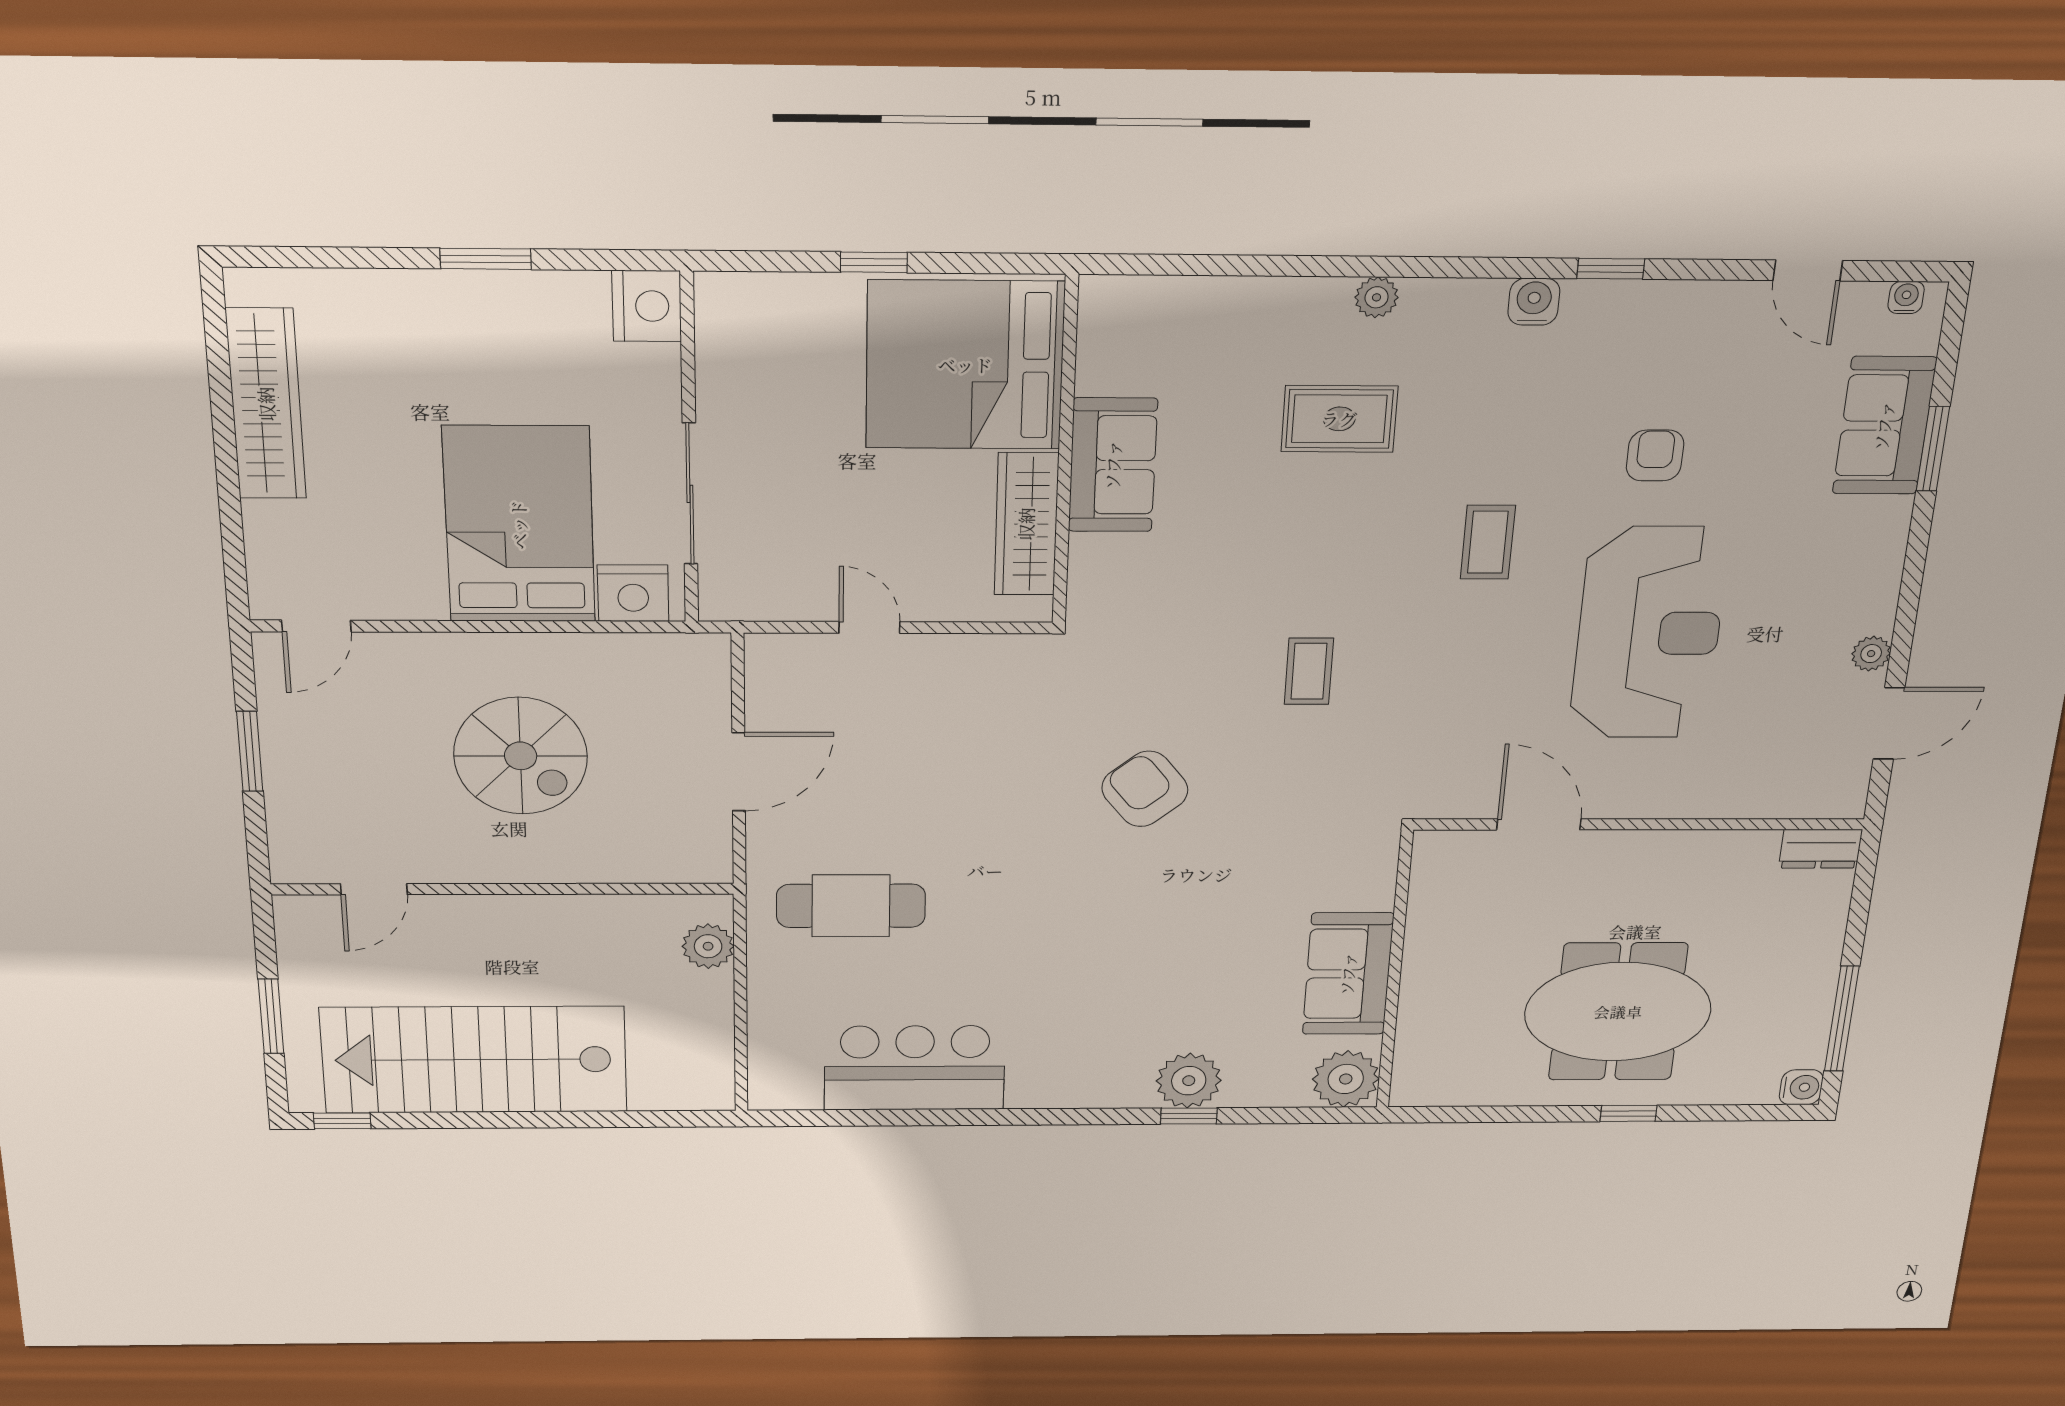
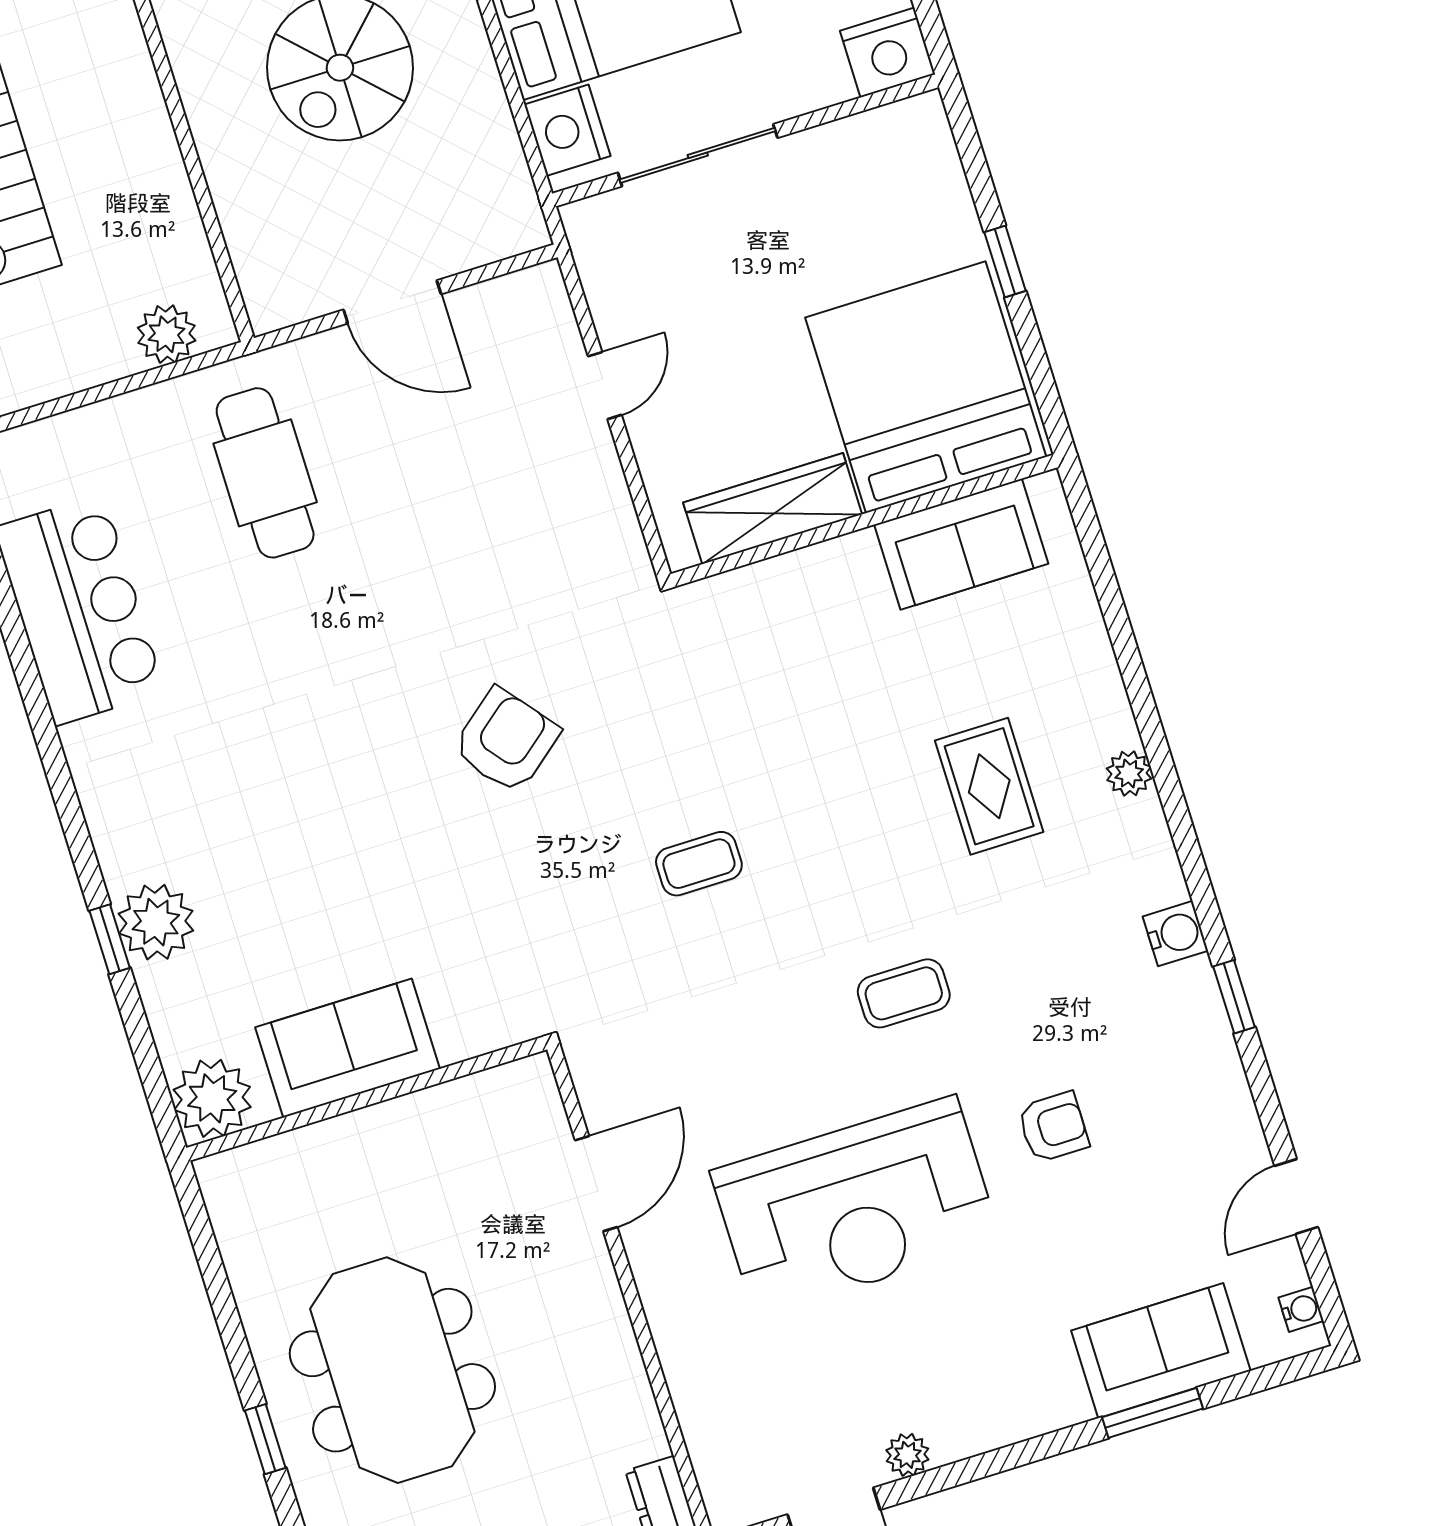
sofa: (1113, 465) -> (961, 544), moved

